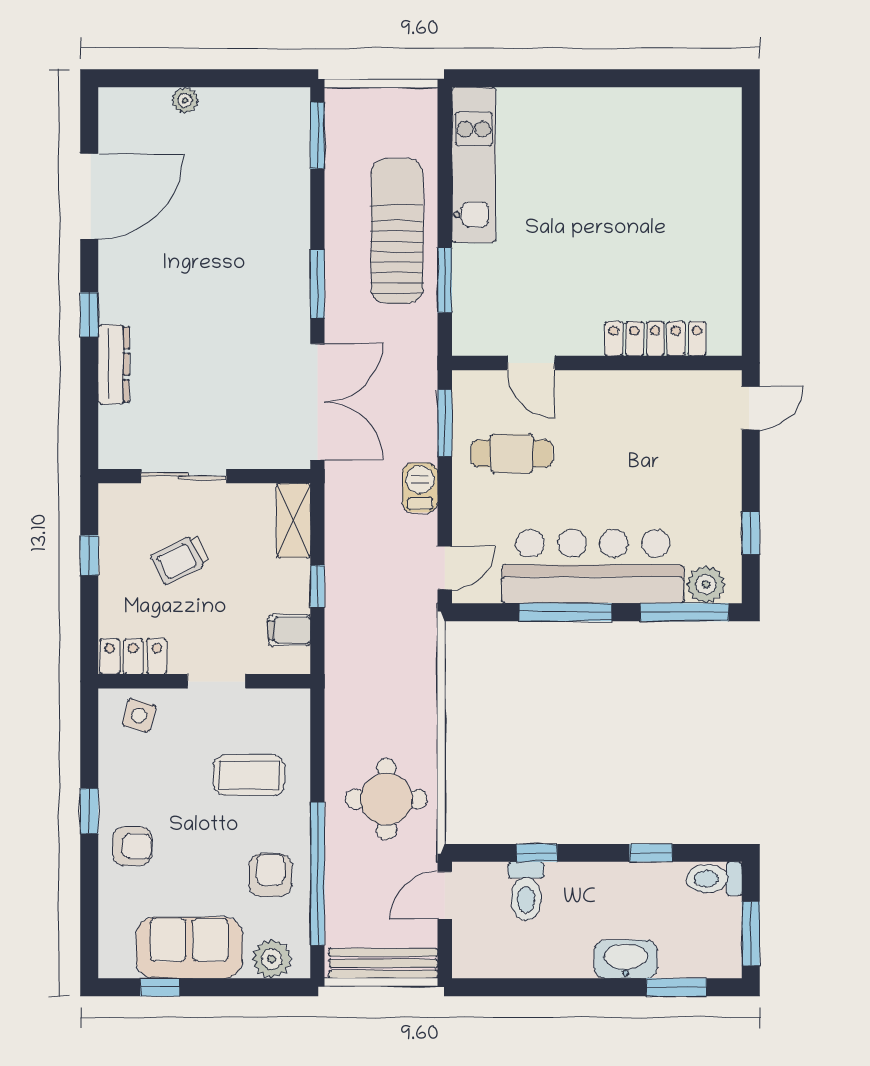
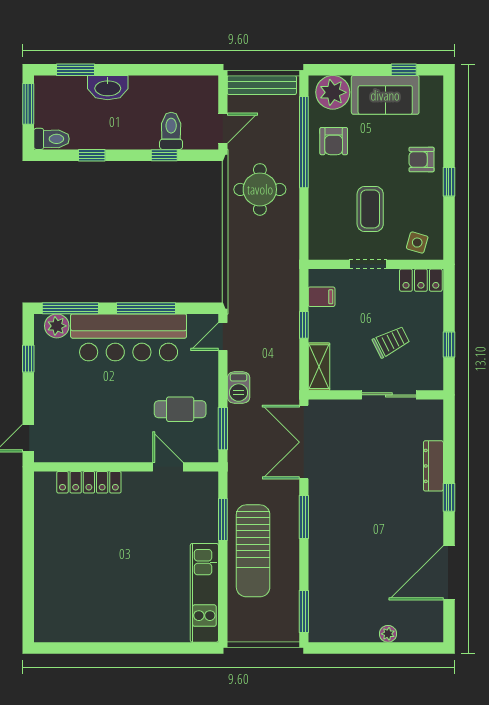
coffee table: (249, 775) -> (370, 209), moved, turned 90
plant: (272, 959) -> (333, 92), width x1.36, depth x1.36

